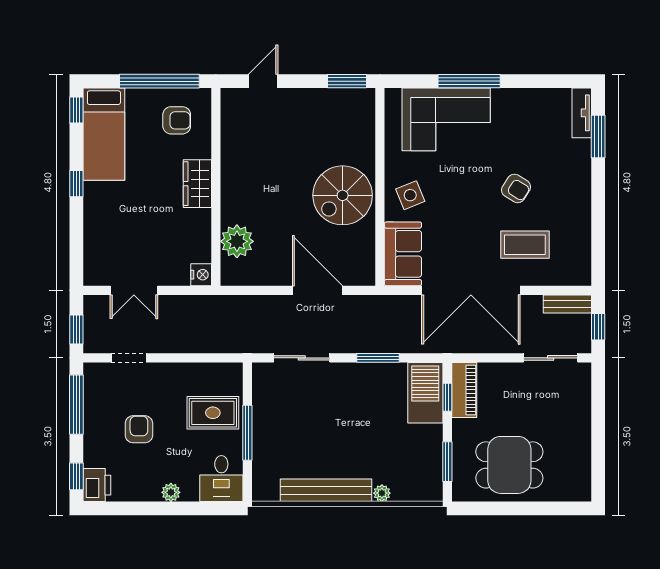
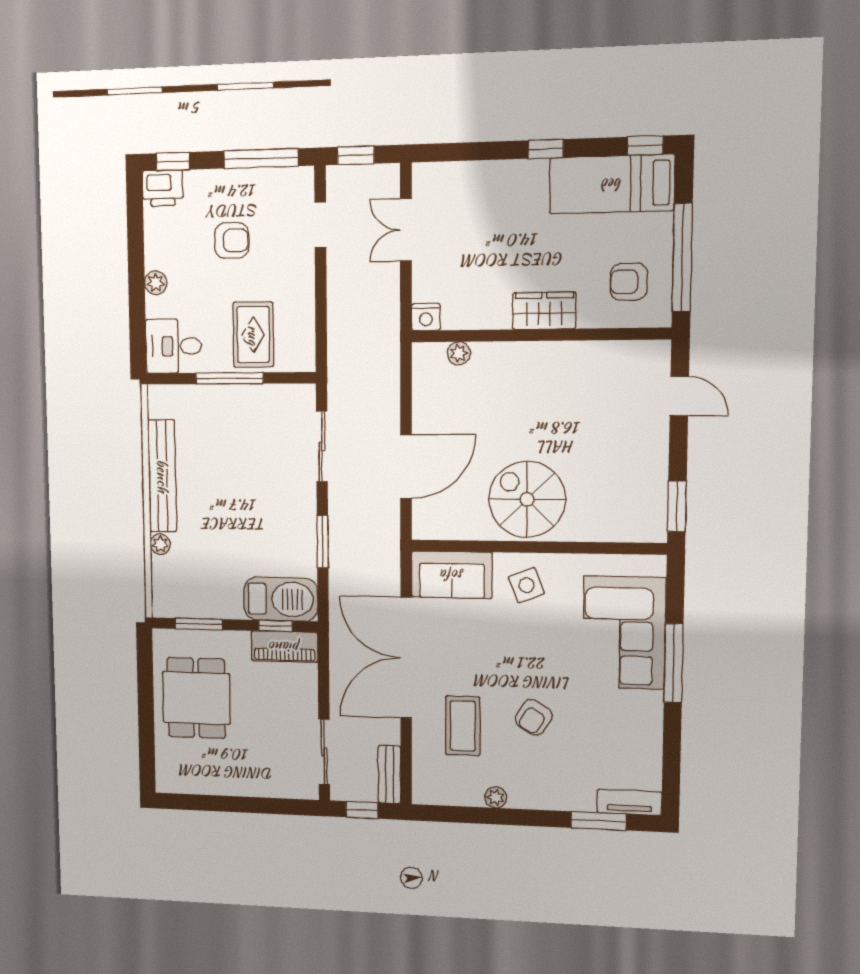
armchair: (177, 120) -> (629, 282), turned 90
plant: (583, 218) -> (496, 797), added
plant: (237, 241) -> (459, 353), width x0.53, depth x0.53

